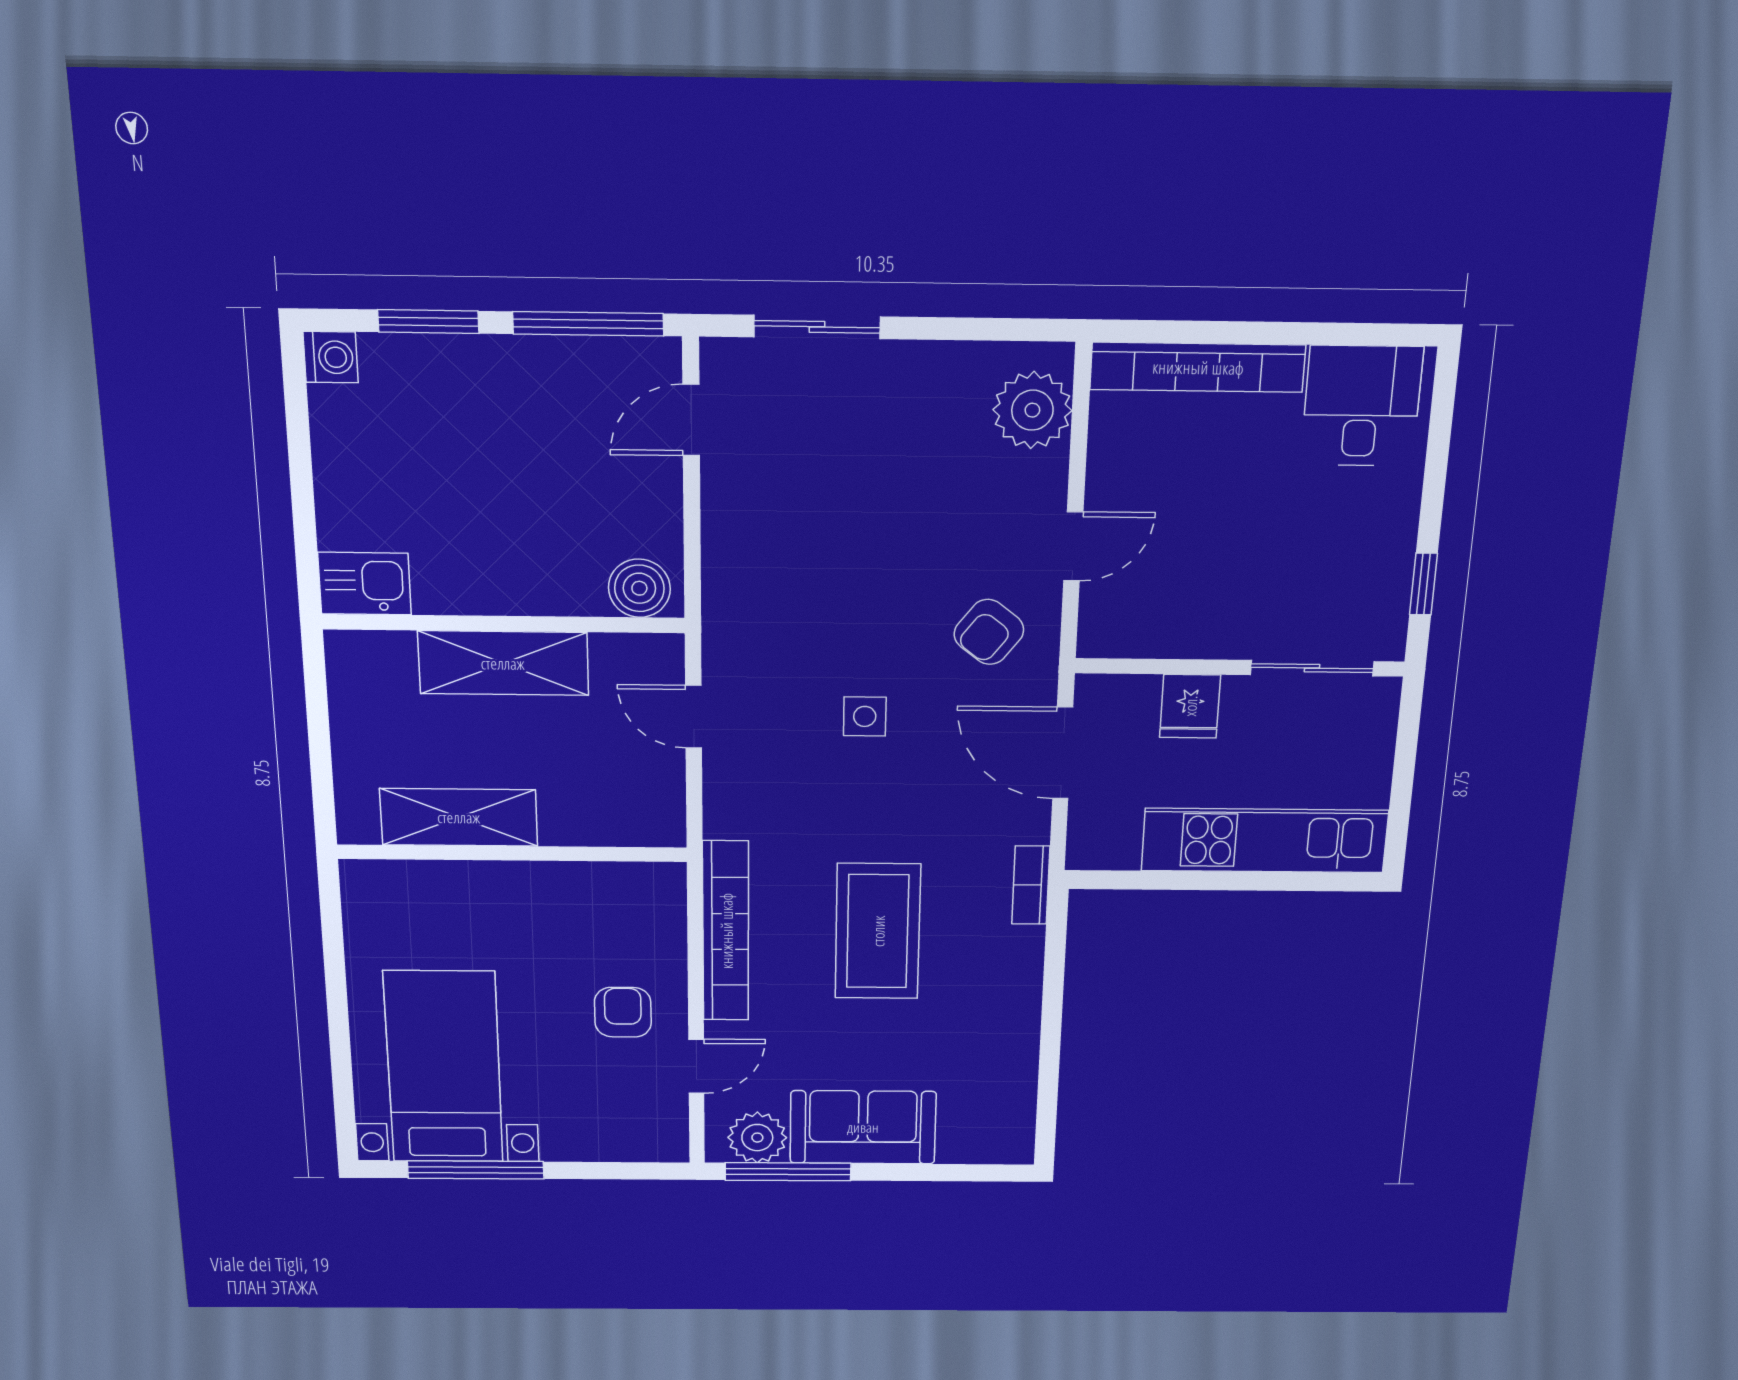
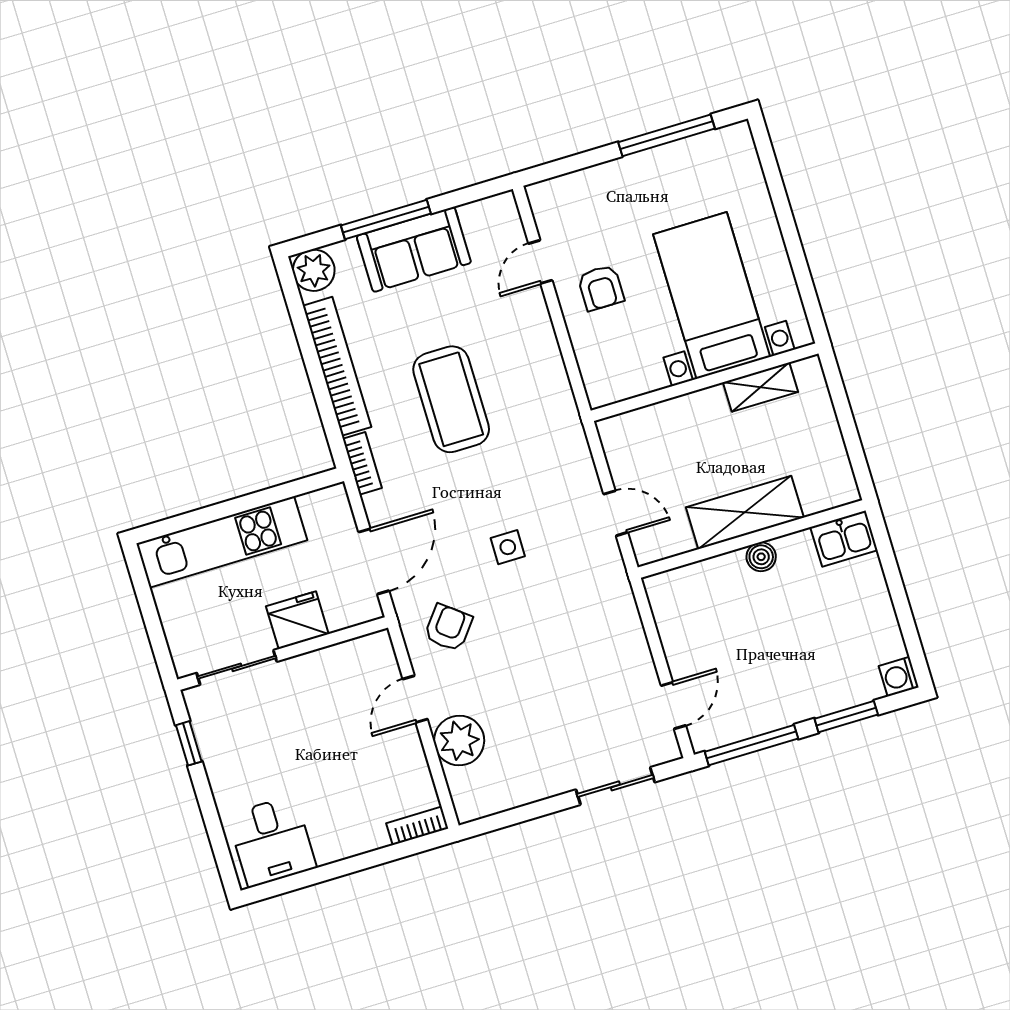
bookcase: (1198, 367) -> (417, 826), width x0.43, depth x0.76
plant: (1032, 410) -> (459, 741), moved
boiler: (639, 588) -> (761, 557), moved, width x0.73, depth x0.73
fridge: (1190, 706) -> (297, 620), width x1.38
door: (1063, 753) -> (374, 561), hinge flipped
shelving: (459, 817) -> (761, 387), width x0.67, depth x0.75
bookcase: (726, 931) -> (337, 366), moved, turned 180
bed with nightstands: (444, 1067) -> (712, 295), moved, turned 180
plant: (757, 1138) -> (314, 270), moved
window: (788, 1172) -> (386, 220), moved

